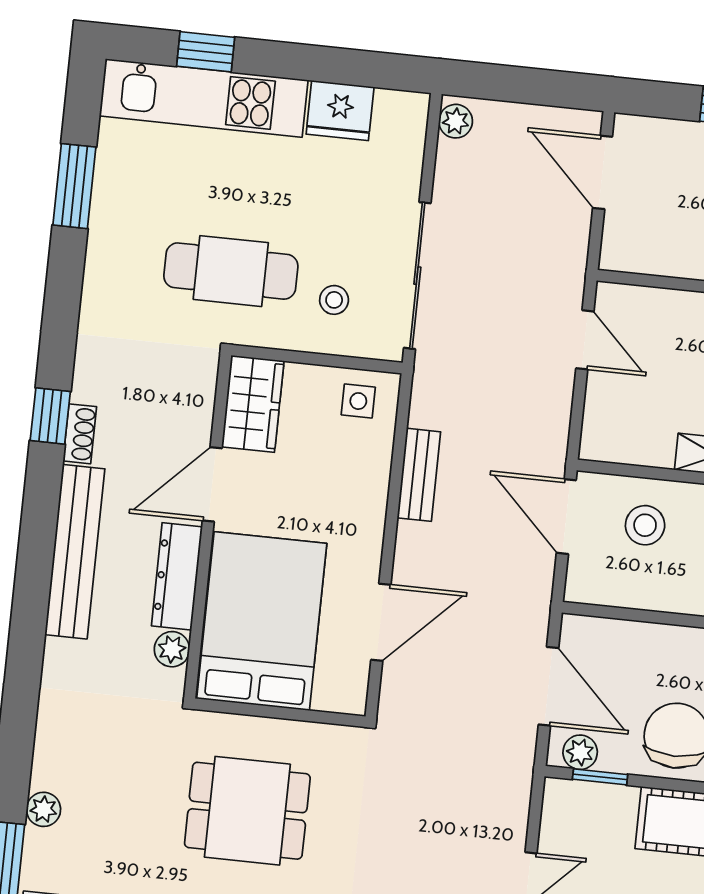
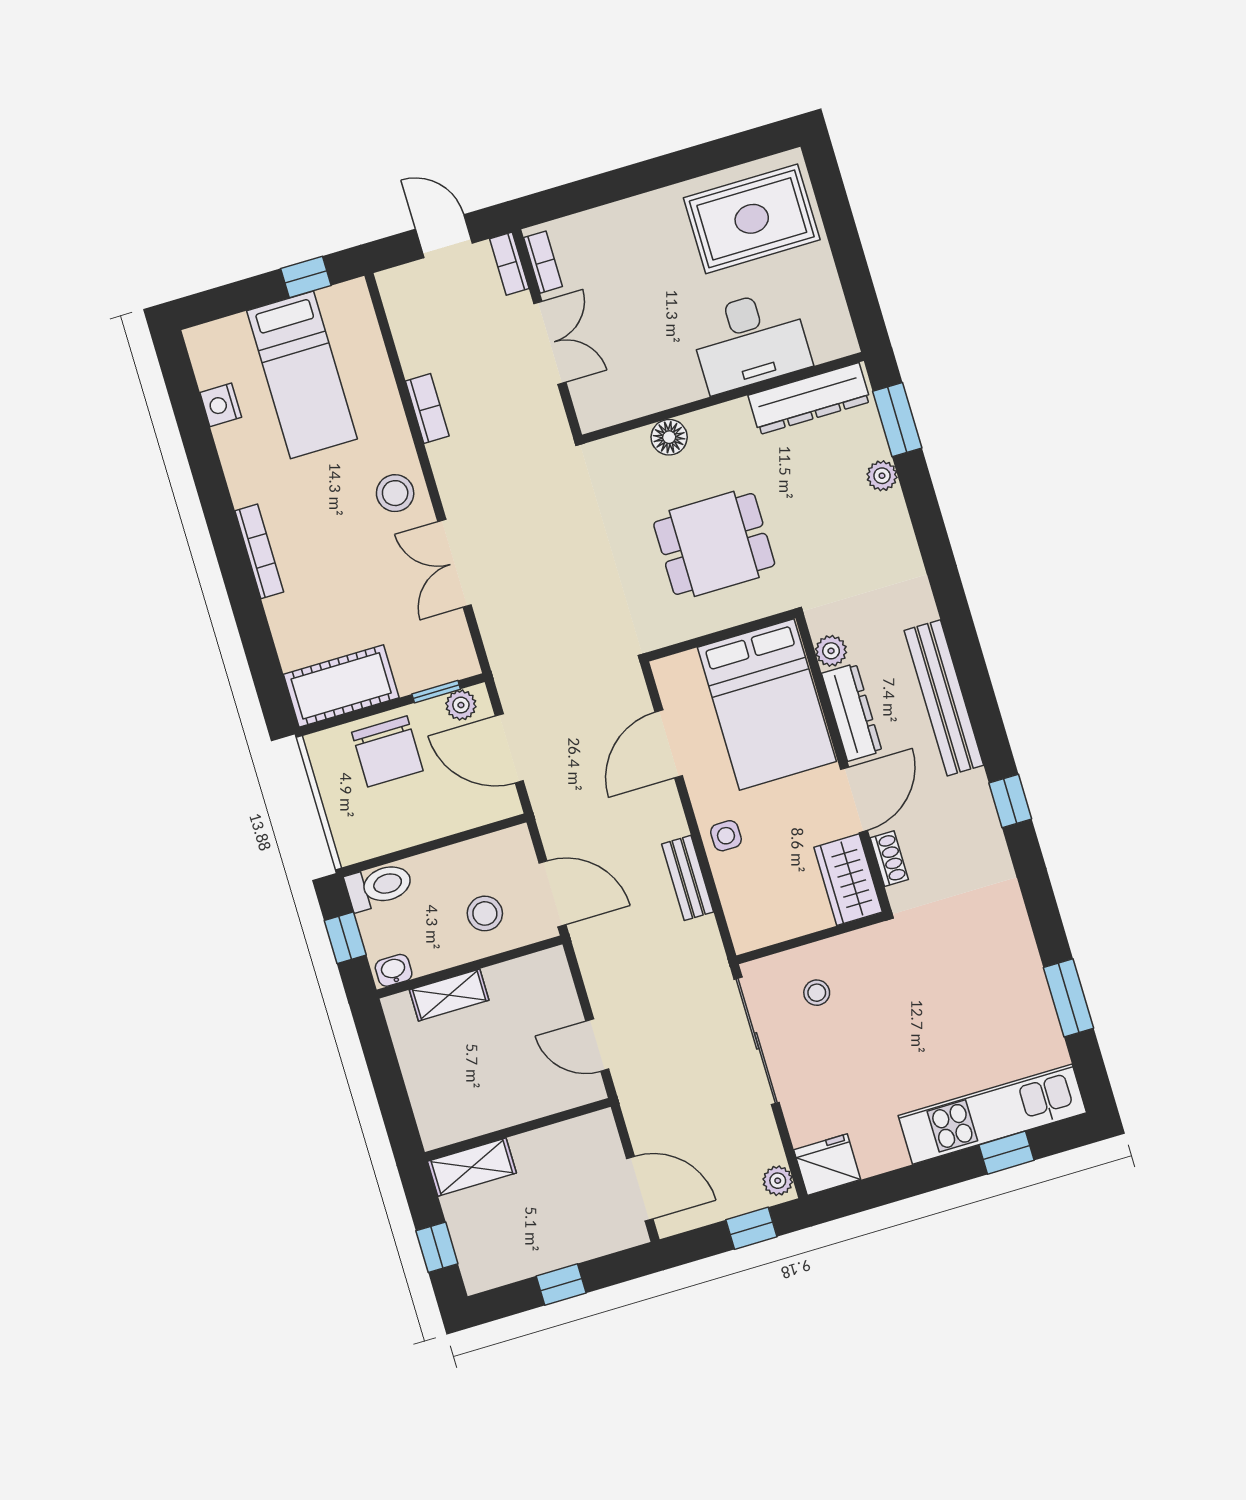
window: (504, 83) -> (751, 1228), added
fridge: (340, 111) -> (827, 1165), moved
cafe table: (231, 271) -> (911, 981), removed
side table: (358, 401) -> (726, 836), moved
shoe rack: (80, 434) -> (889, 859), moved, turned 180

